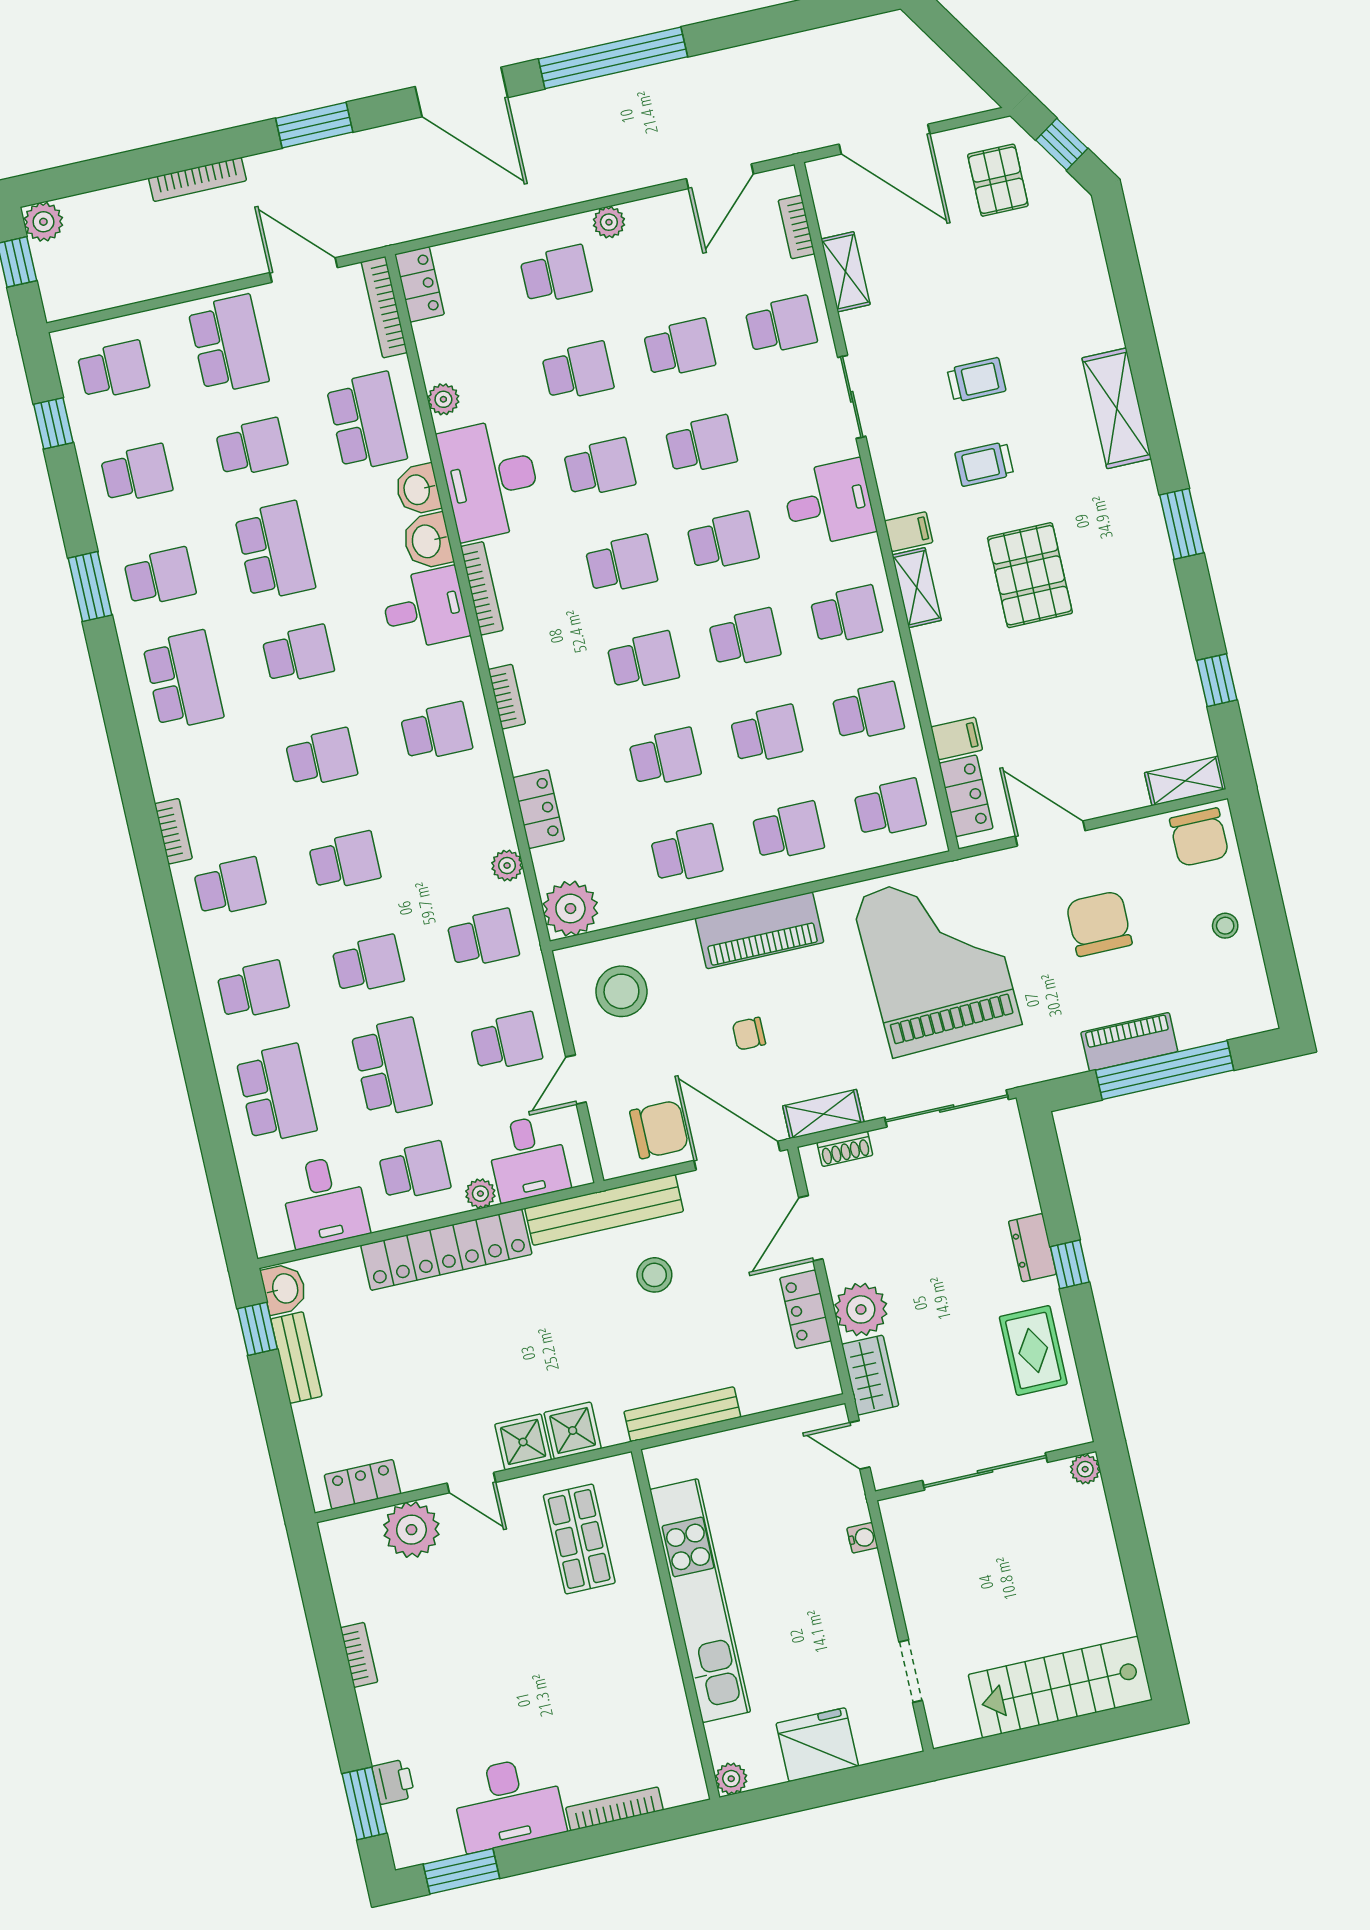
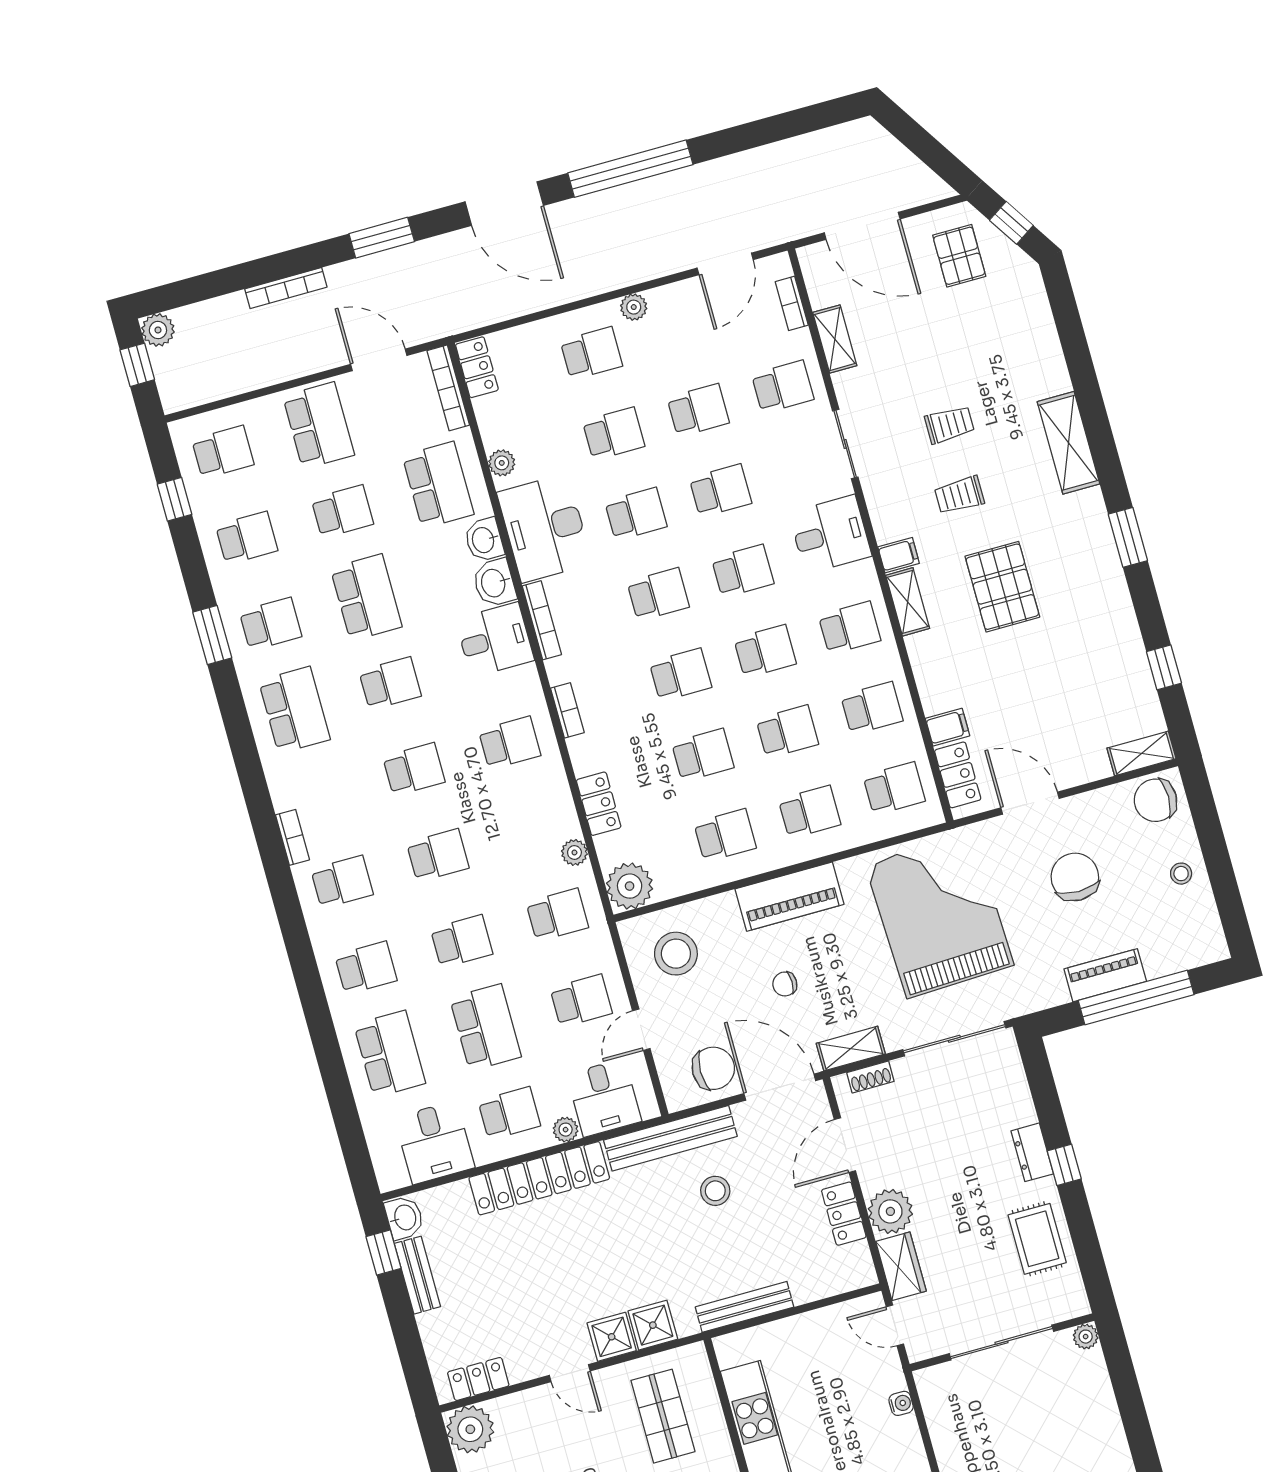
chair: (1199, 837) -> (1156, 800), turned 90
plant: (411, 1530) -> (470, 1429), moved

